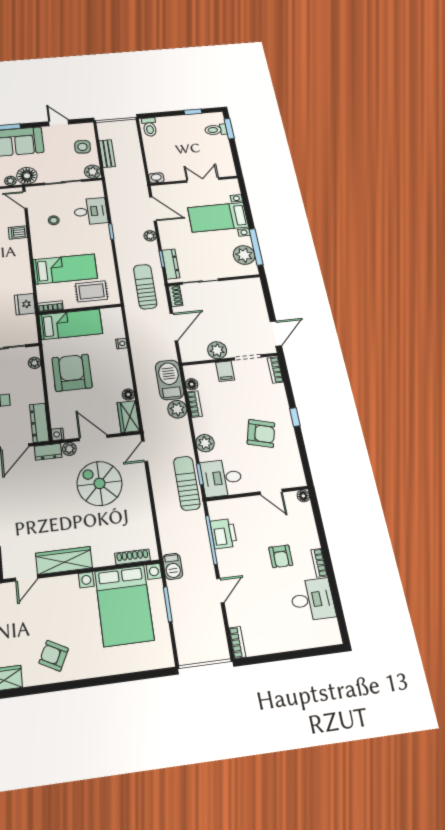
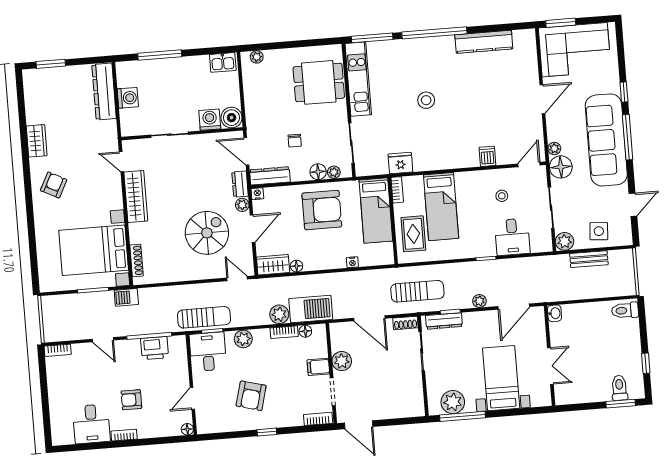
floor lamp: (34, 377) -> (318, 172), added

